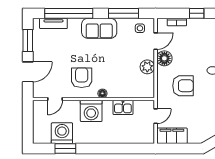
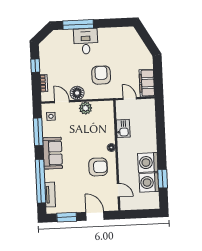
armchair: (82, 78) -> (98, 167), turned 180
washing machine: (91, 111) -> (148, 162), moved, turned 180

